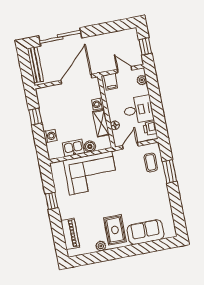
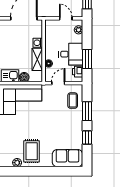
filing cabinet: (111, 82) -> (52, 26), removed
window: (158, 112) -> (87, 59), added
window: (175, 202) -> (87, 138), added
sofa: (146, 232) -> (68, 158), moved

